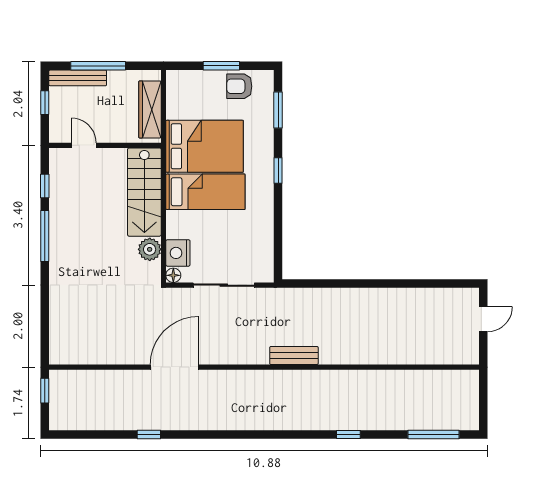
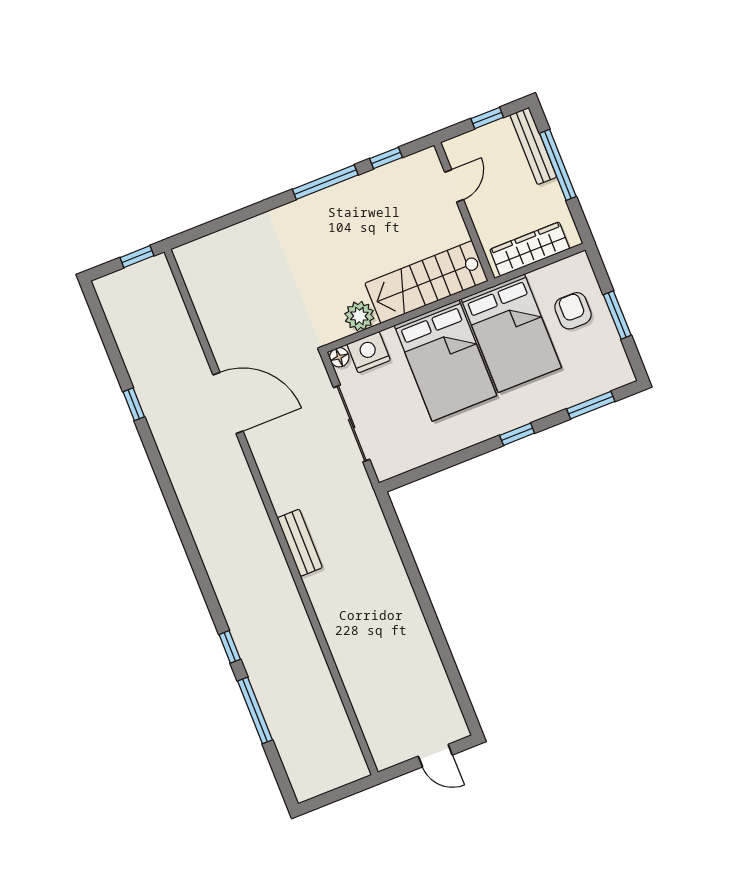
armchair: (239, 86) -> (573, 311), moved
bed: (205, 192) -> (446, 360), width x1.50
window: (433, 435) -> (255, 710), moved

